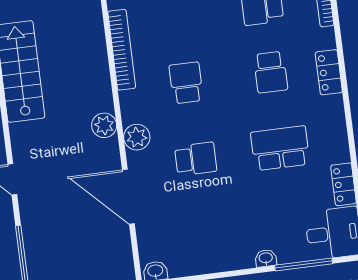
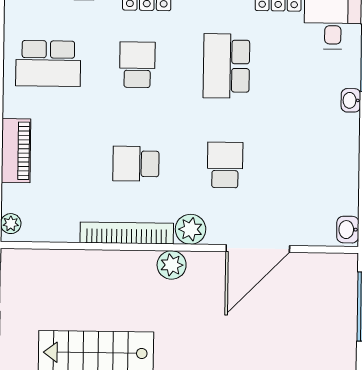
bookcase: (122, 50) -> (127, 233), moved
school desk: (271, 72) -> (137, 65), turned -90

